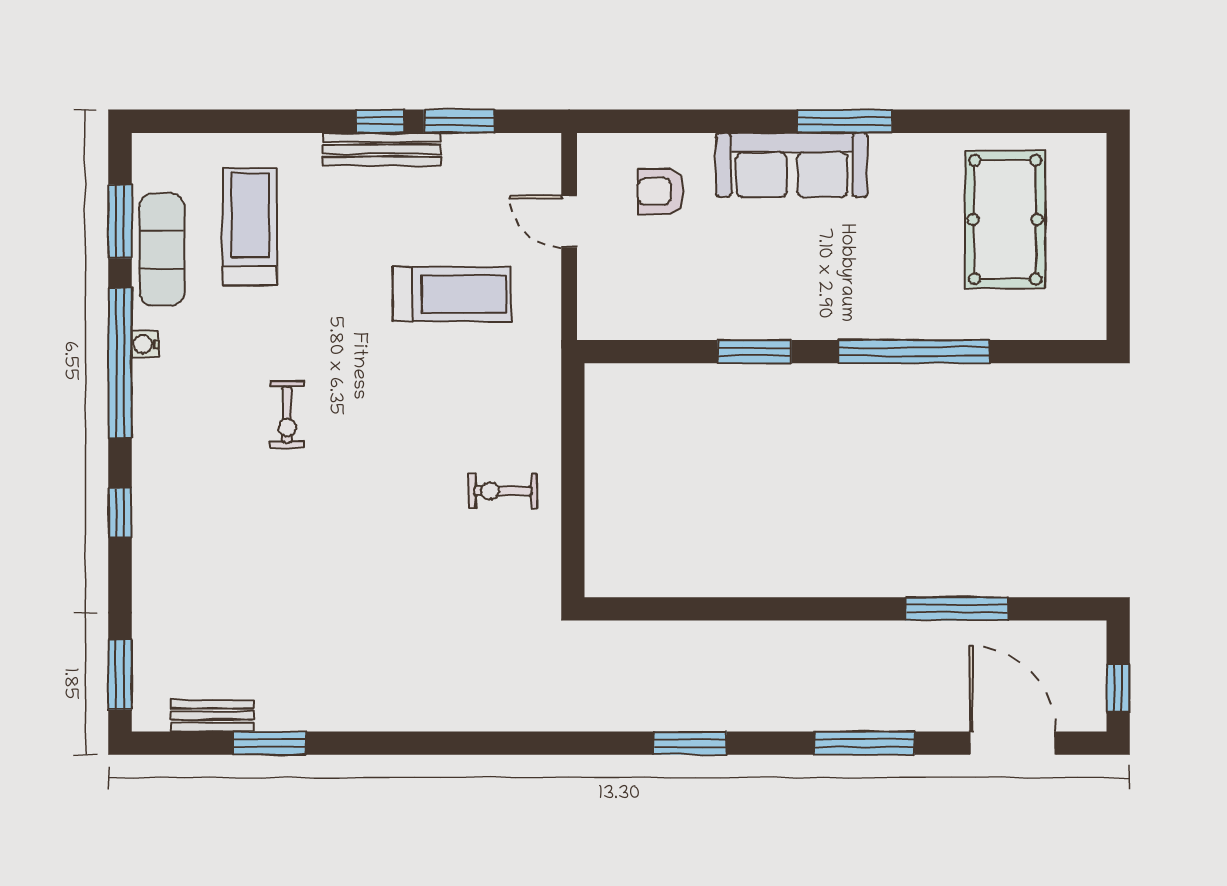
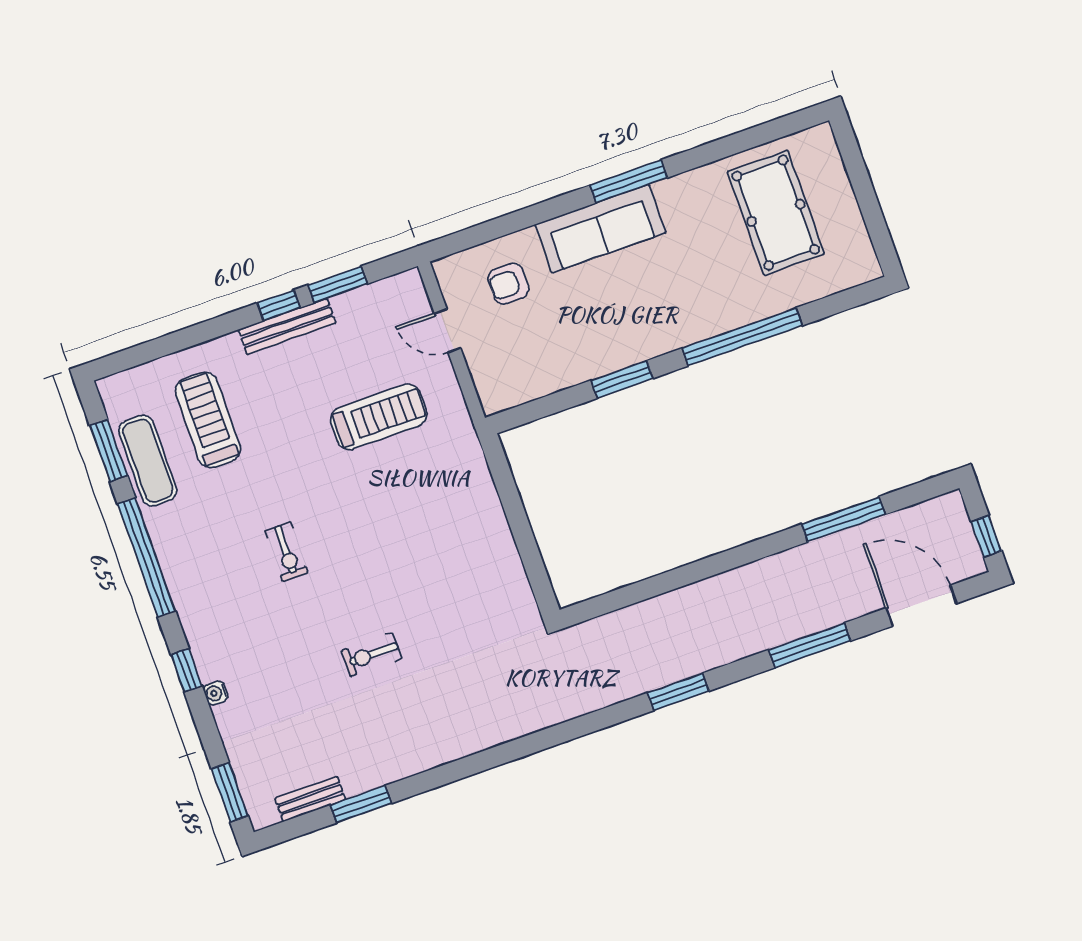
water cooler: (145, 344) -> (216, 693), moved
exercise bike: (503, 491) -> (372, 655), moved

